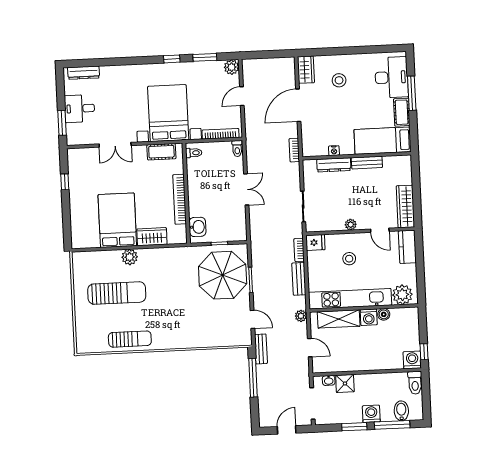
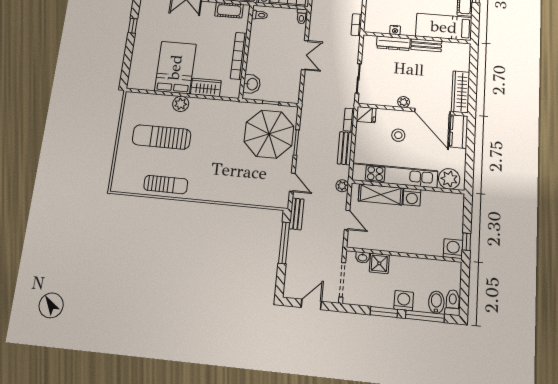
door: (380, 230) -> (432, 111), width x1.87
sun lounger: (117, 293) -> (162, 137), turned 180
boiler: (384, 314) -> (428, 196), removed
toilet: (415, 383) -> (453, 302), moved, turned 180

